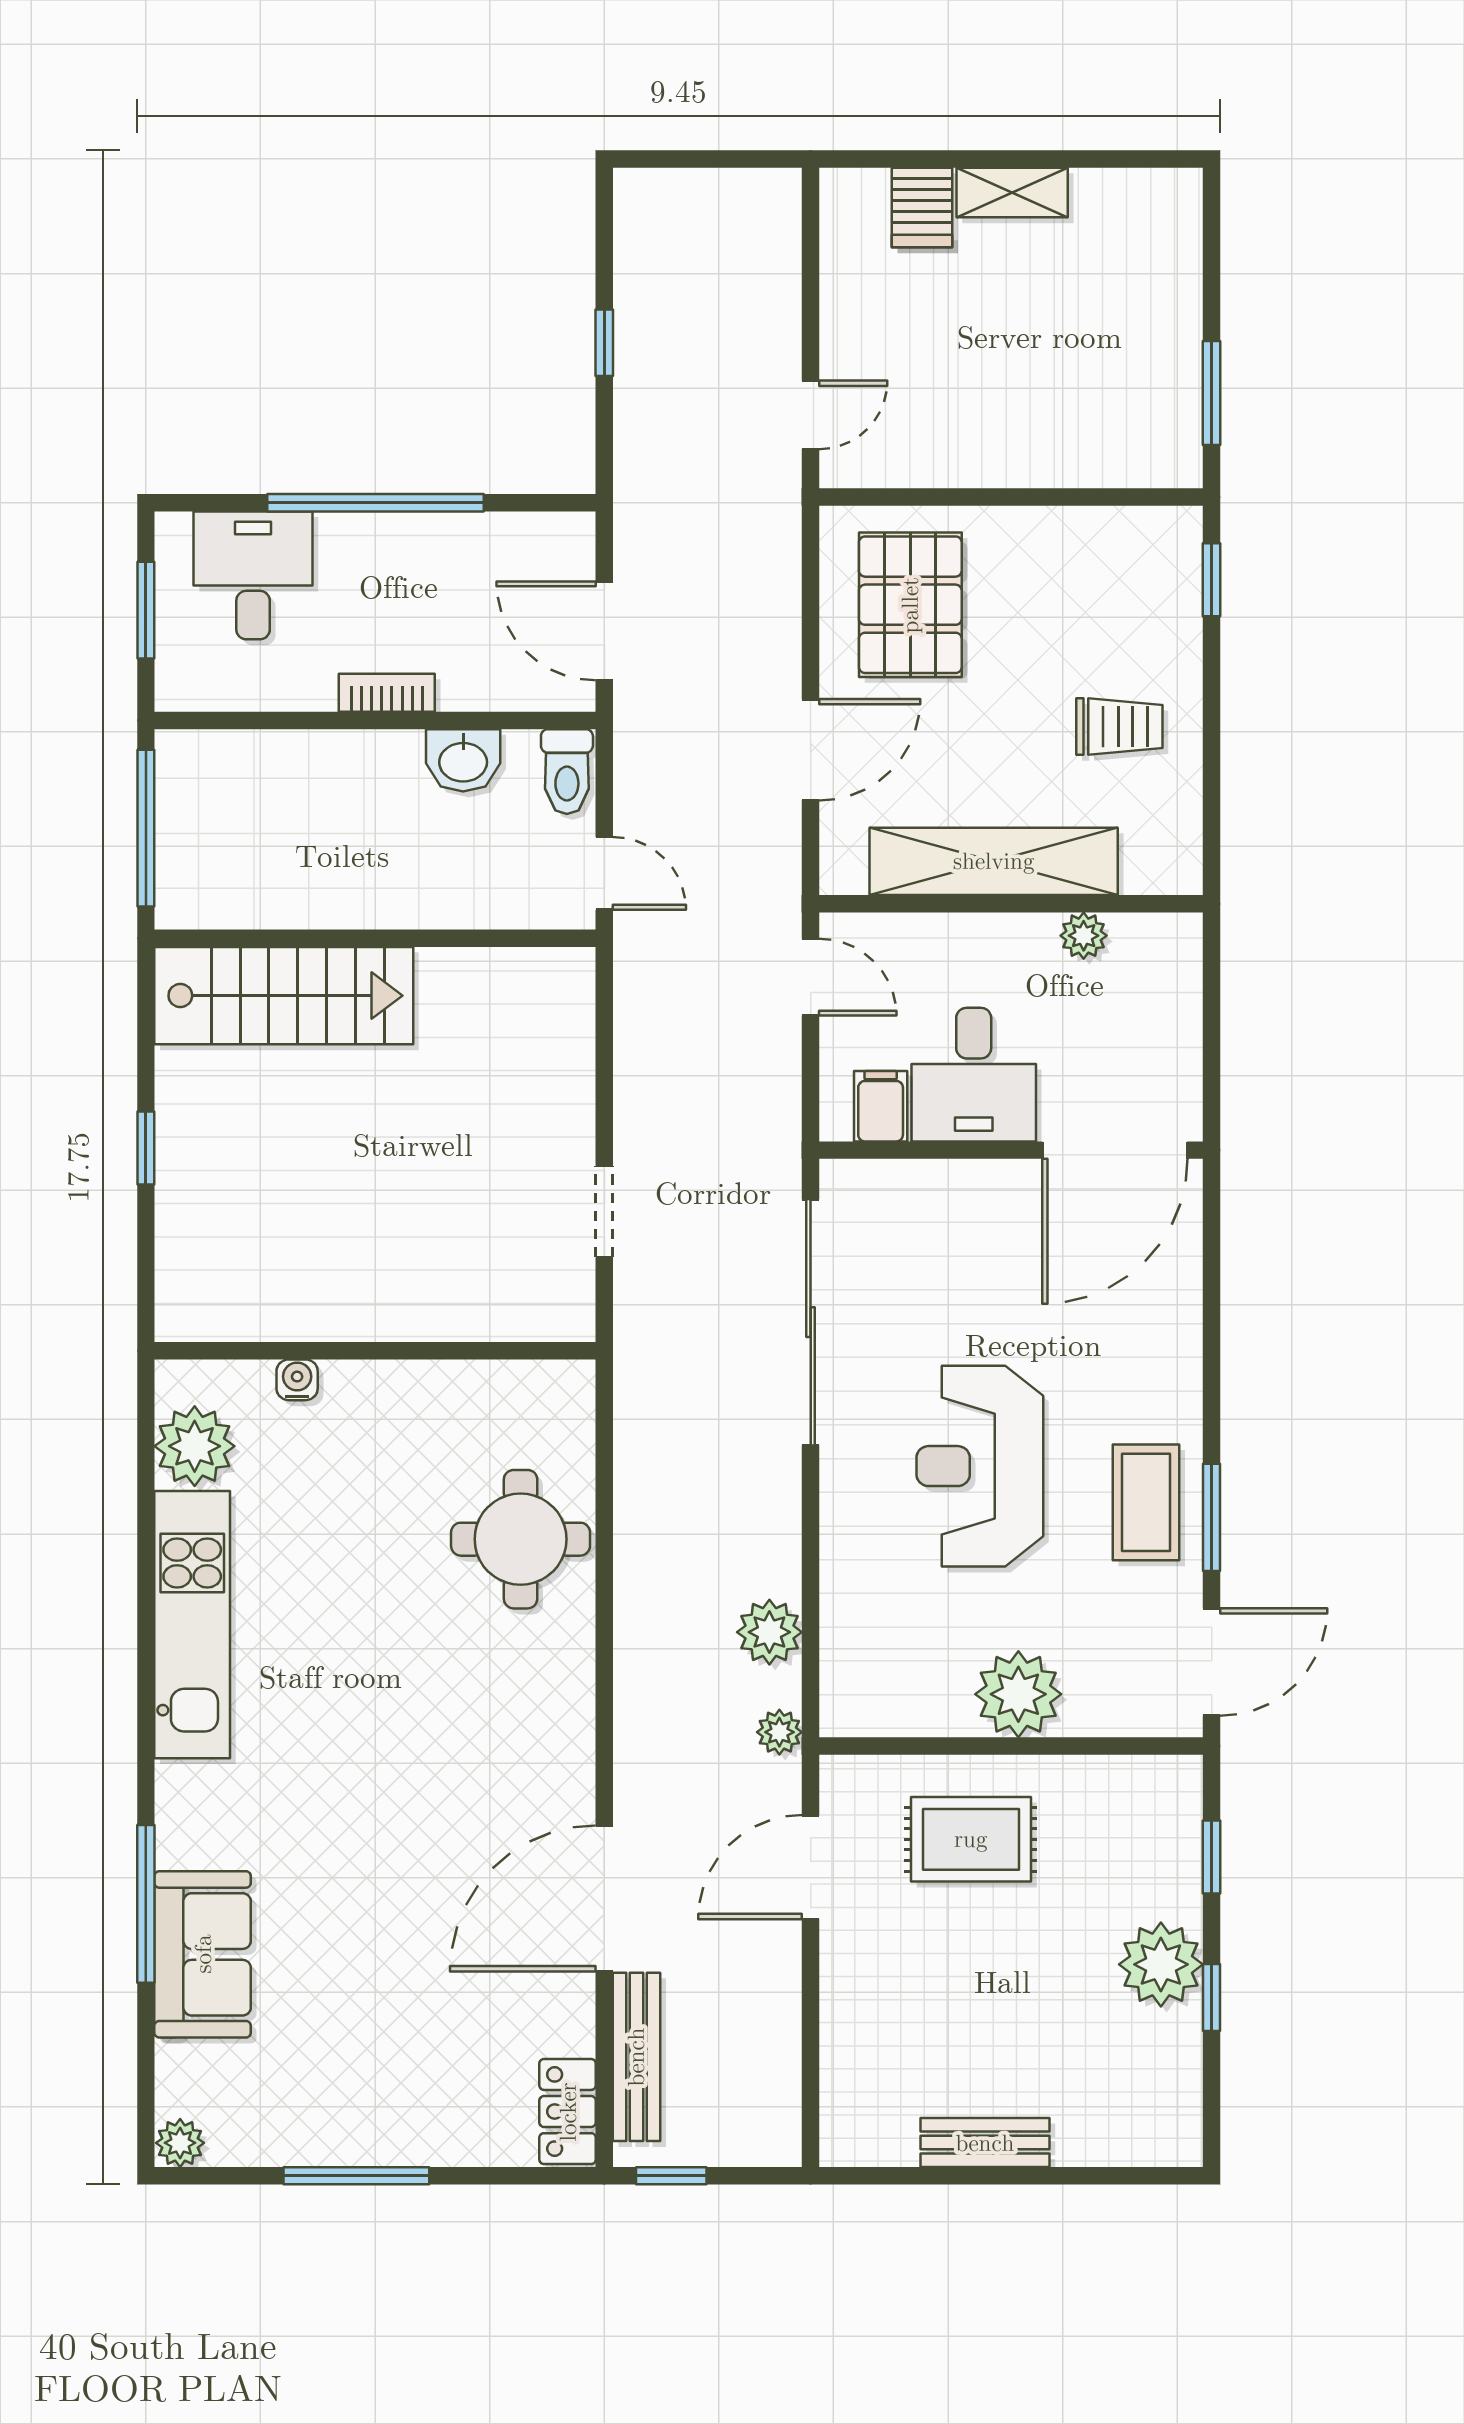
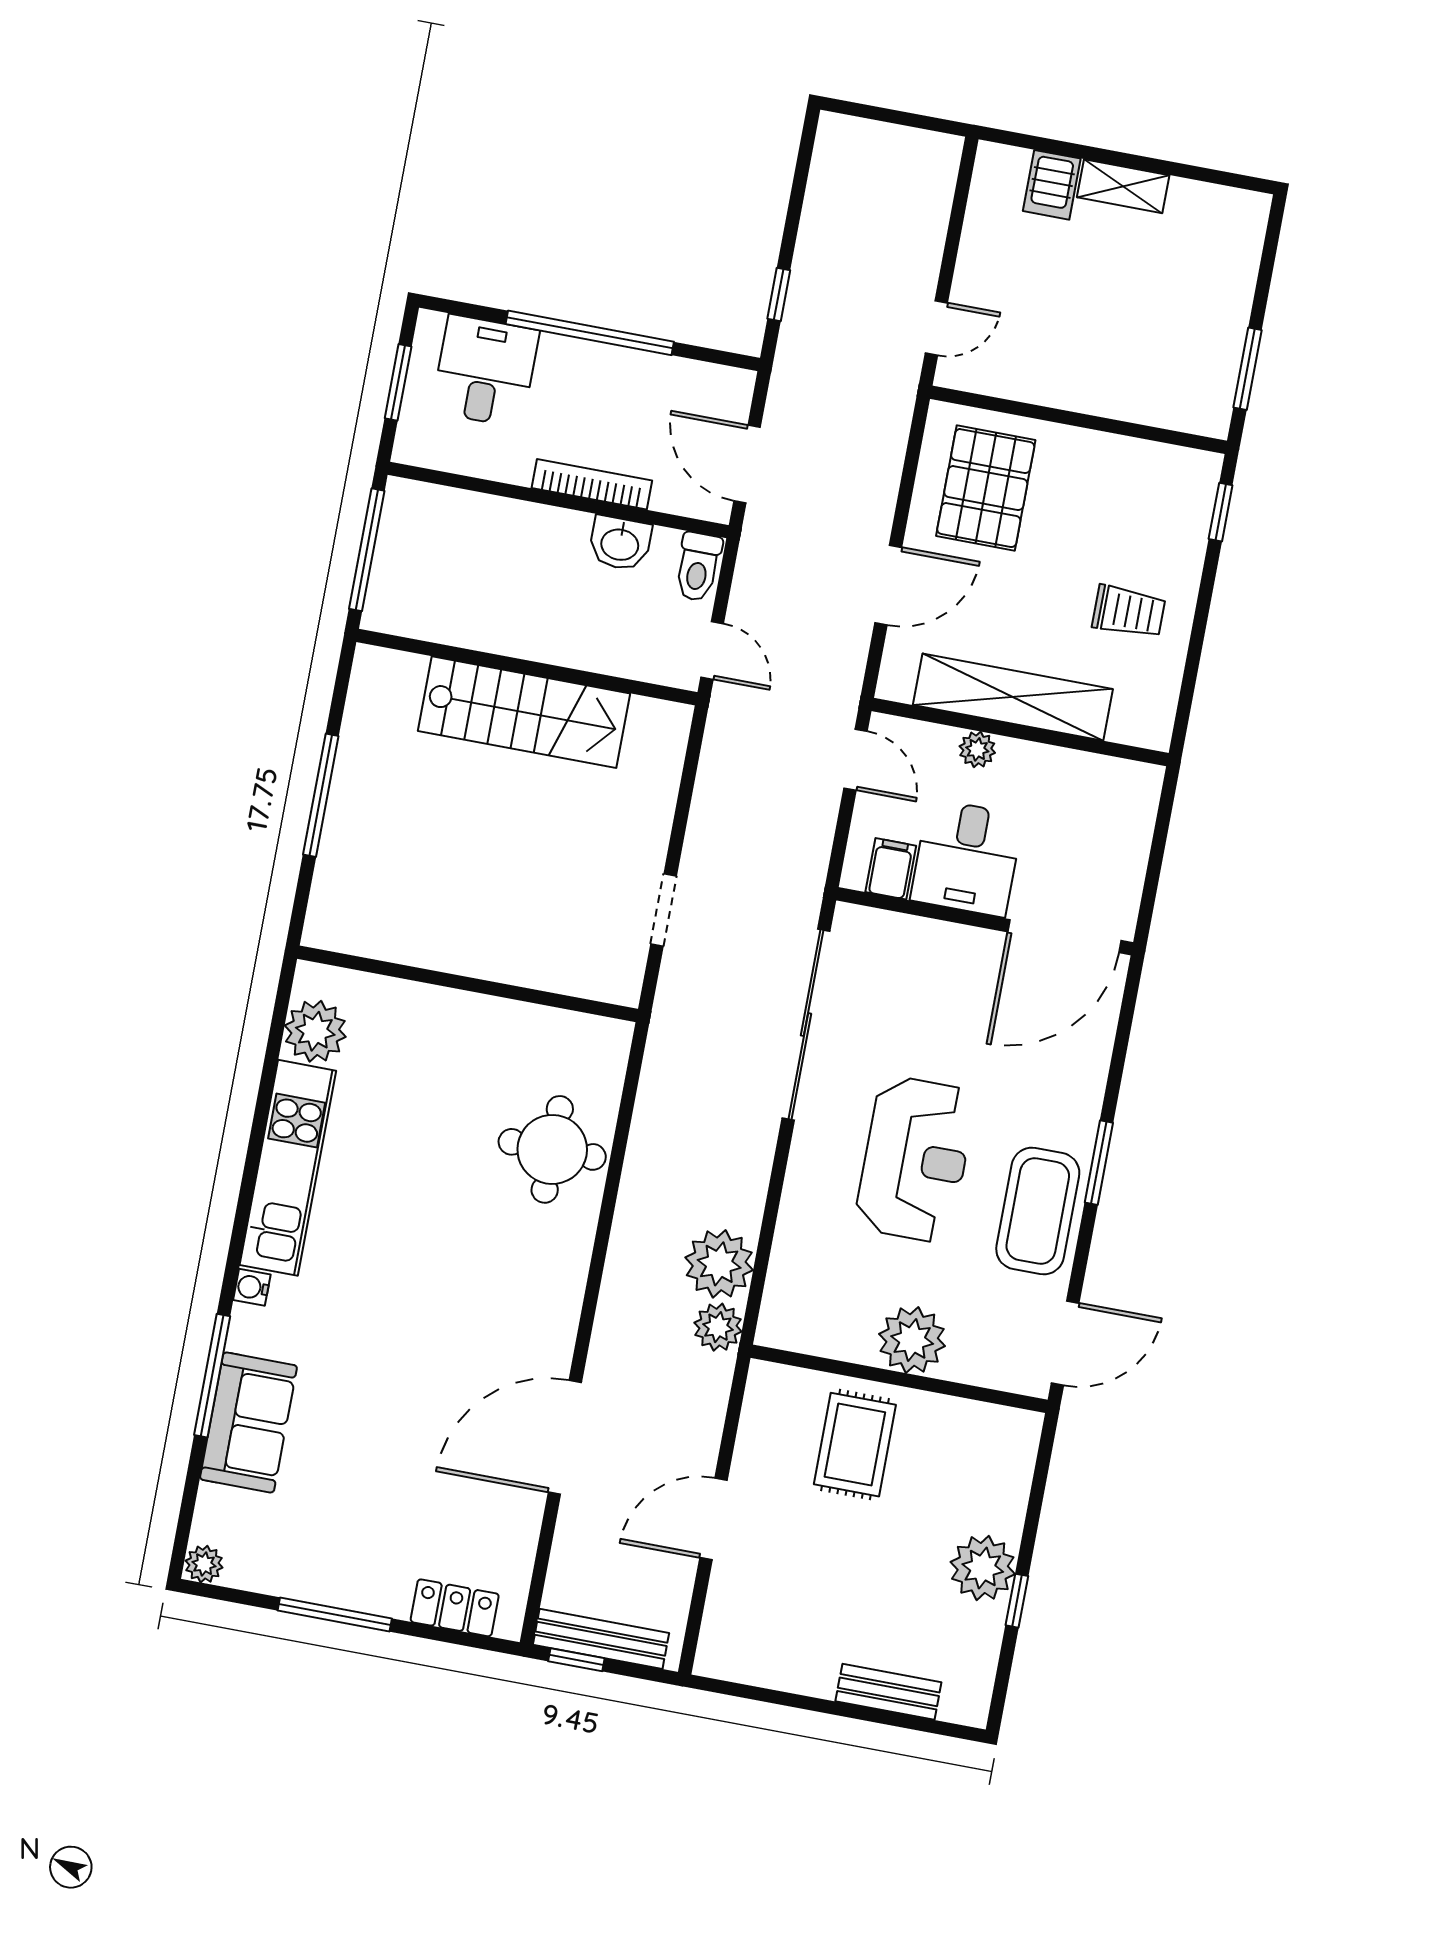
window: (604, 343) -> (779, 295), moved
bookcase: (387, 693) -> (592, 484), width x1.56
plant: (1084, 936) -> (977, 749), moved
stairs: (284, 996) -> (524, 712), moved
window: (146, 1148) -> (321, 795), width x2.17
water cooler: (297, 1380) -> (252, 1287), moved, turned -90
reception desk: (980, 1466) -> (915, 1159), turned 180
coffee table: (1146, 1502) -> (1038, 1211), width x1.36, depth x1.32
window: (1212, 1517) -> (1099, 1163), moved
plant: (769, 1632) -> (719, 1264), width x1.36, depth x1.36
plant: (779, 1732) -> (718, 1327), width x1.38, depth x1.38
rug: (971, 1839) -> (855, 1445), turned 90
window: (1212, 1857) -> (1037, 1493), removed
door: (811, 1867) -> (713, 1519), moved
bench: (636, 2057) -> (601, 1639), moved, turned 90
locker: (568, 2112) -> (455, 1608), moved, turned 90
bench: (985, 2143) -> (888, 1692), moved

